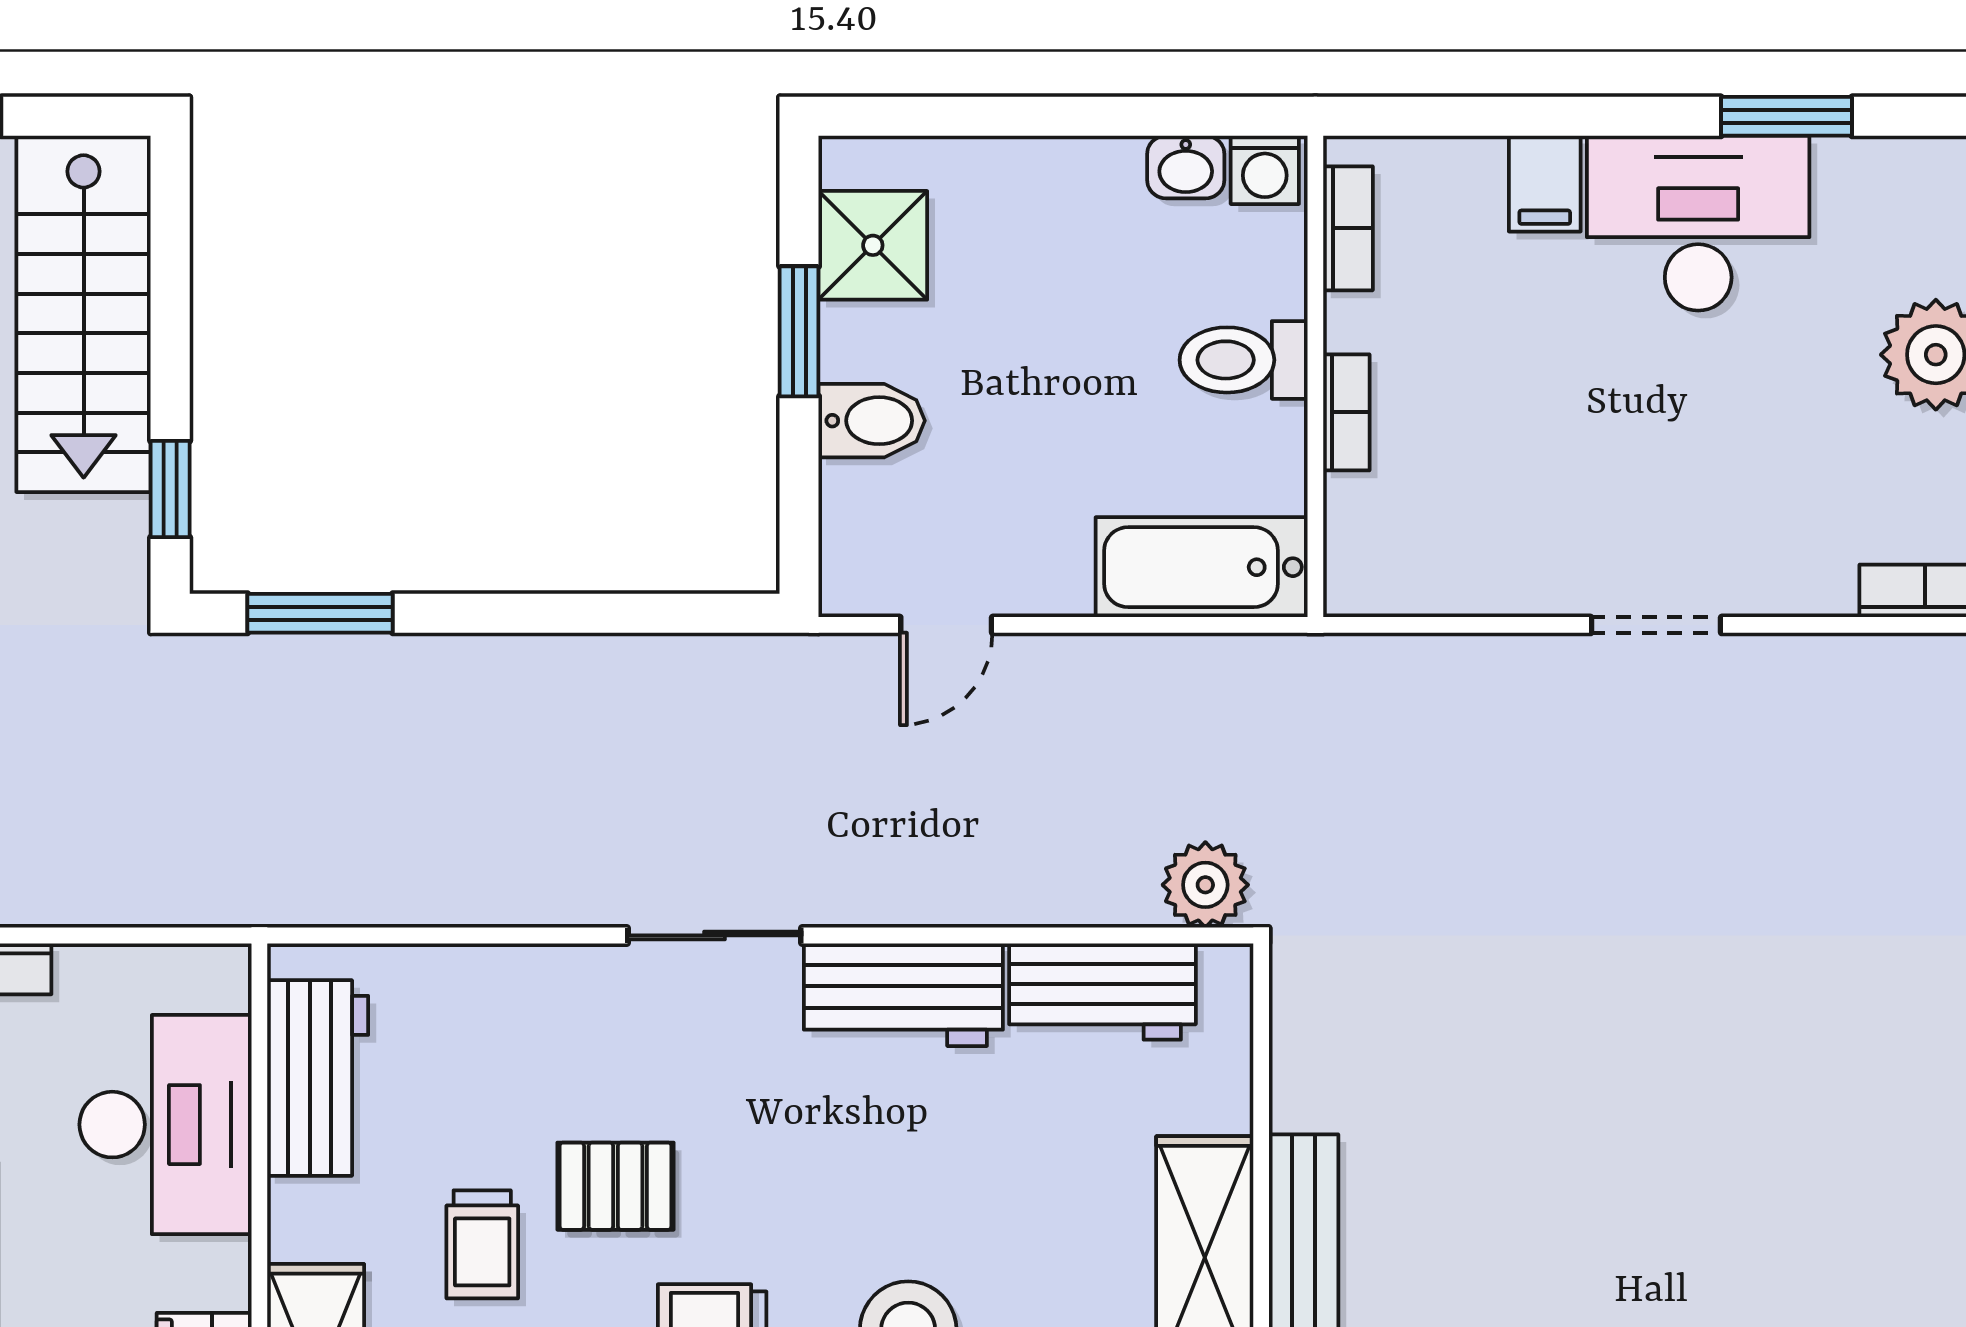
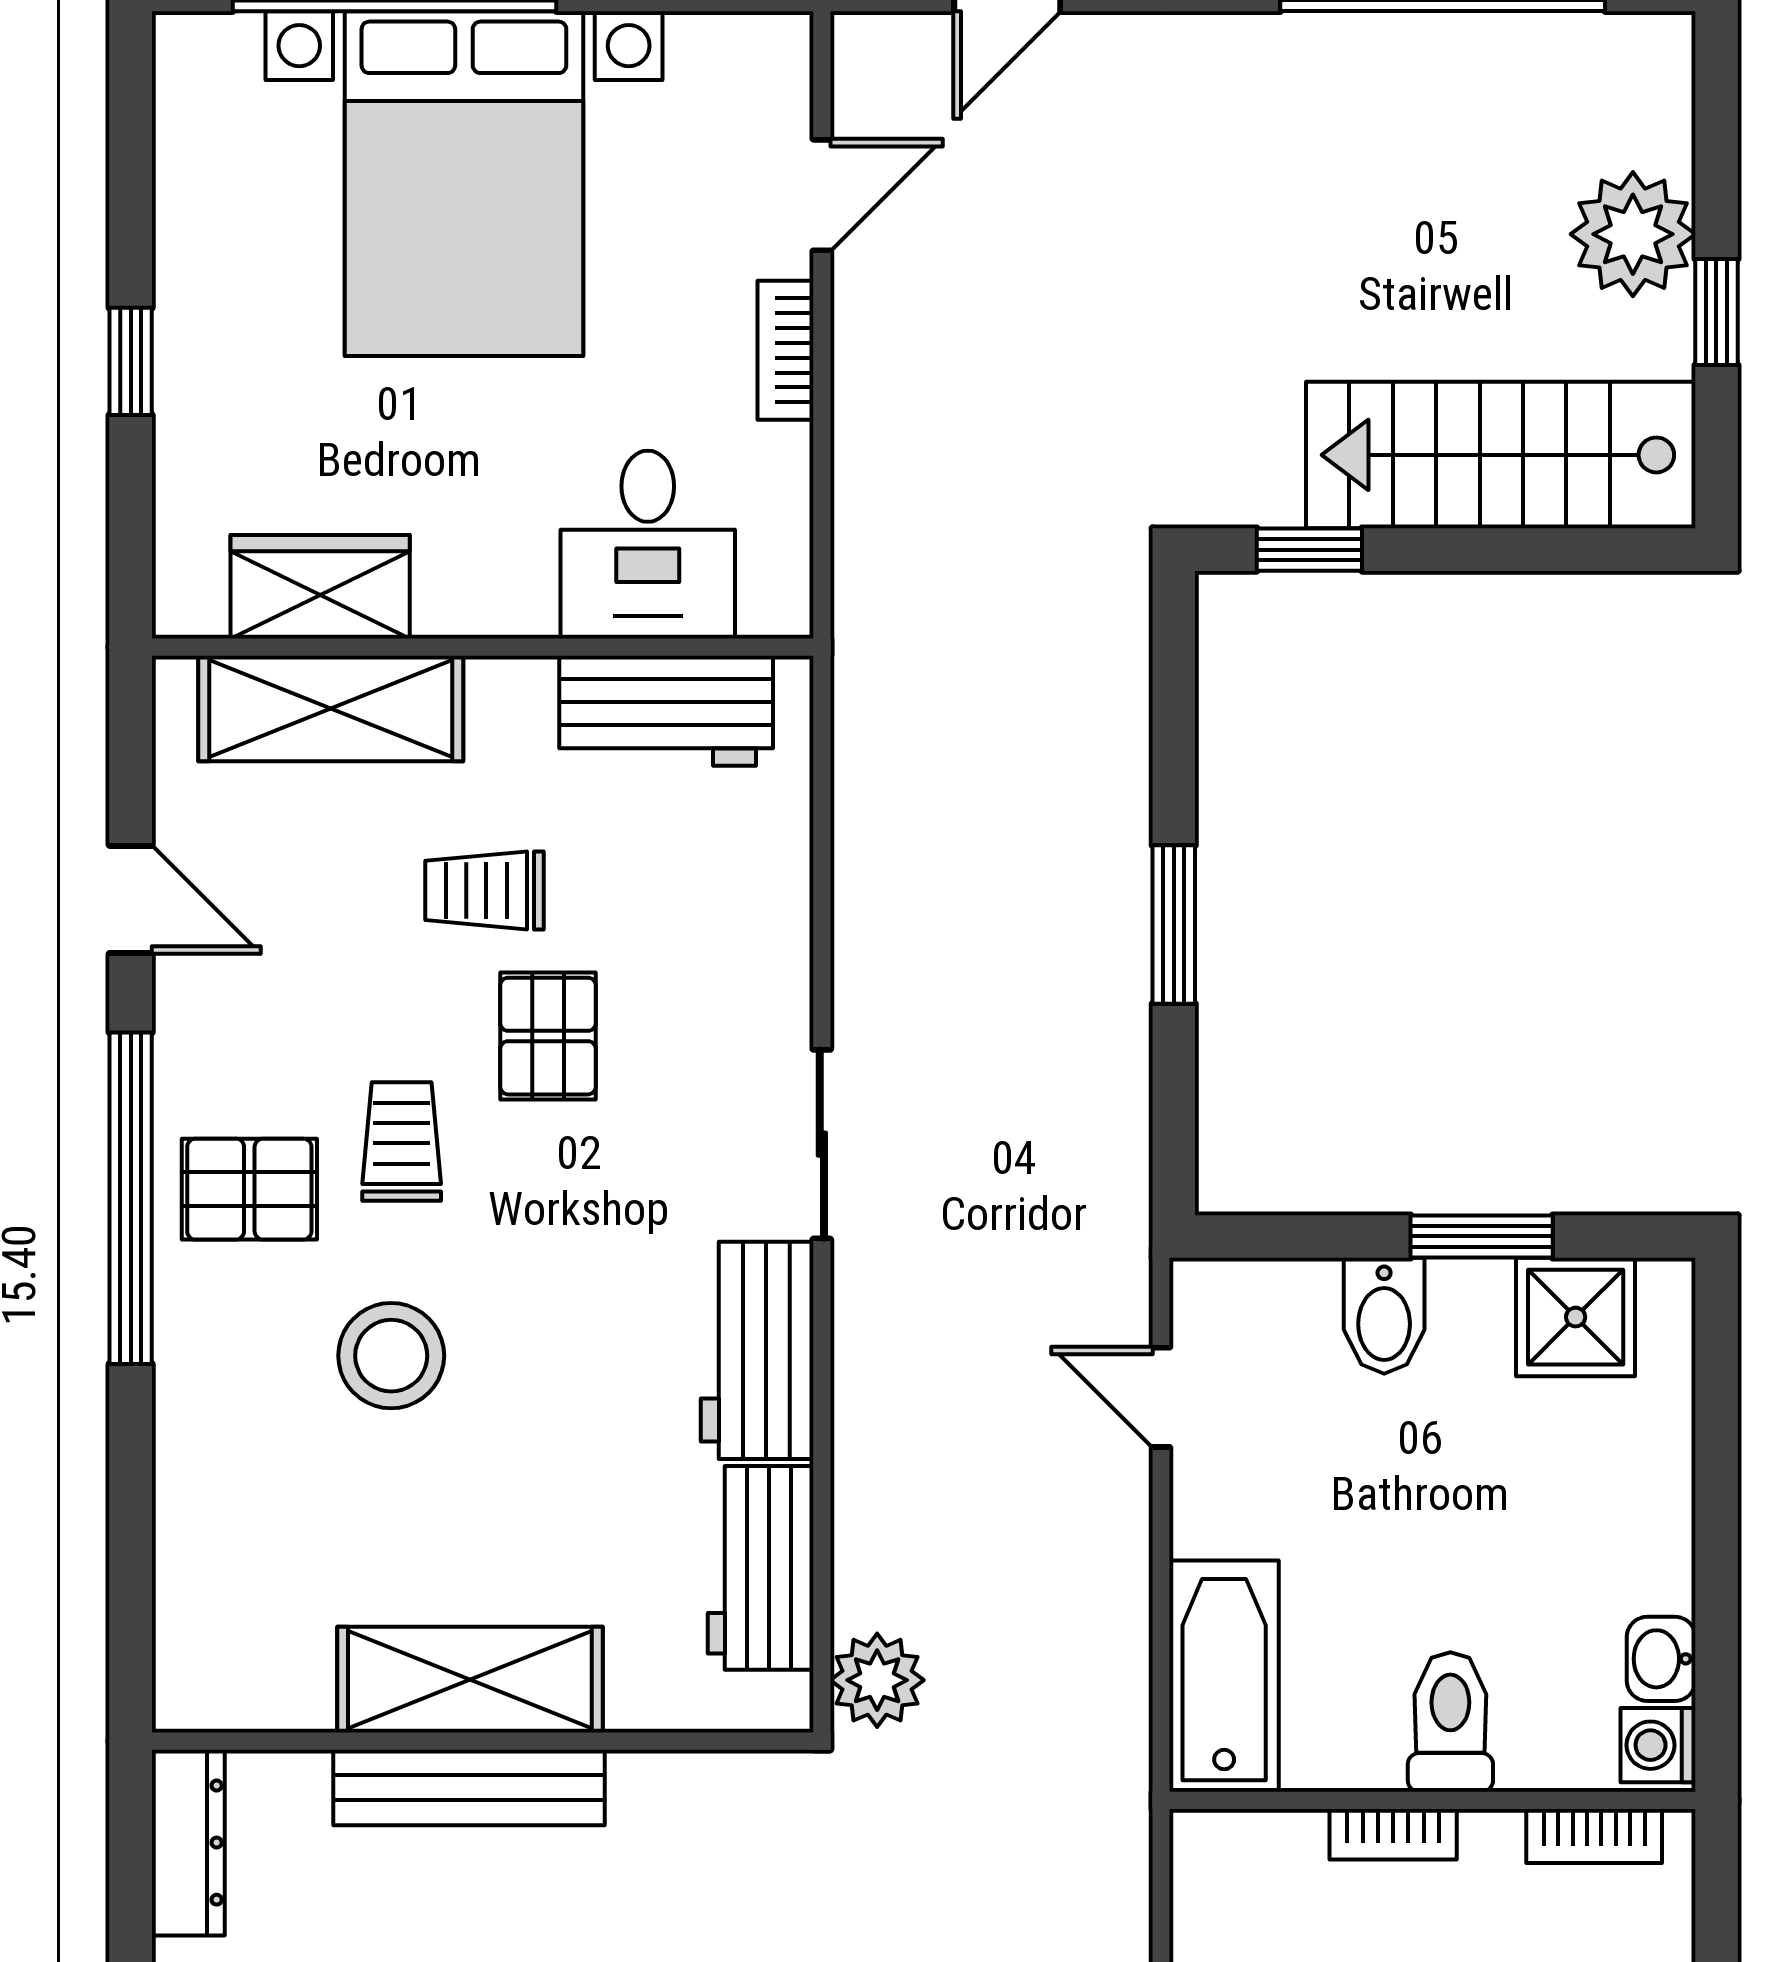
window: (320, 613) -> (1174, 925), moved
desk: (166, 1125) -> (648, 545), width x0.73

